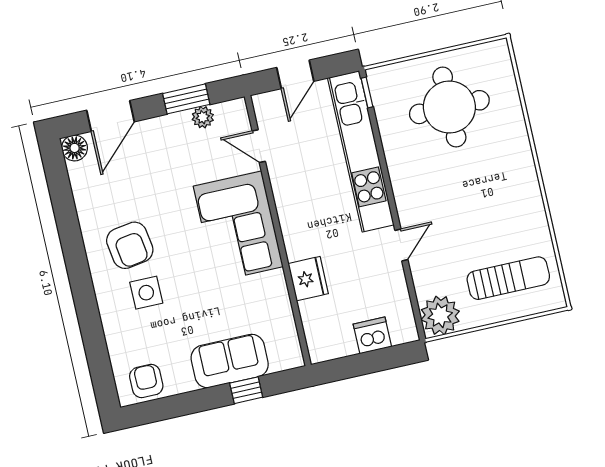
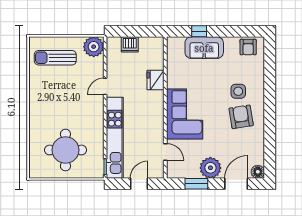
plant: (203, 117) -> (210, 168), moved, width x1.88, depth x1.88

